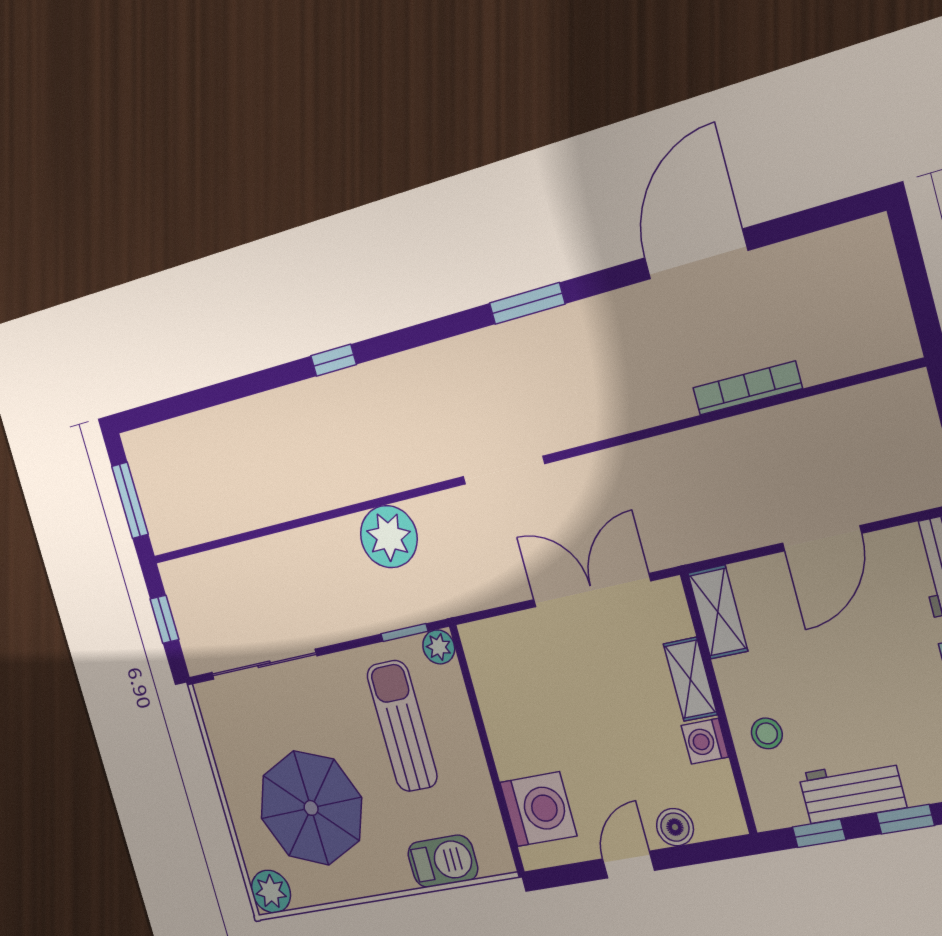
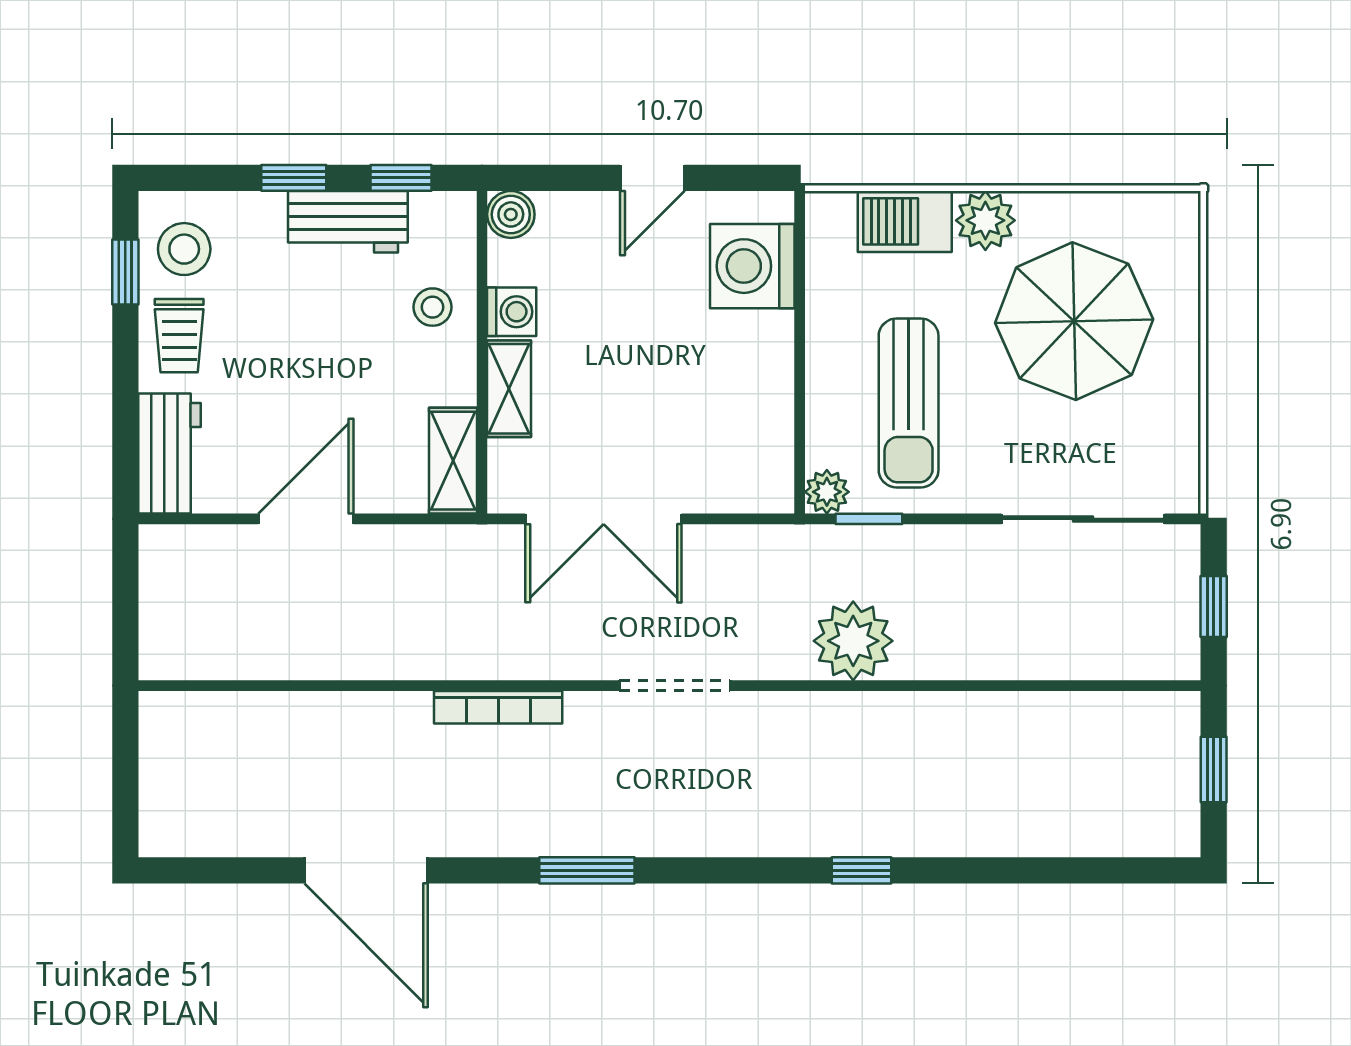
door: (696, 254) -> (366, 870), hinge flipped
bookcase: (747, 388) -> (498, 707), moved
window: (130, 500) -> (1214, 769), width x0.67
boiler: (675, 827) -> (511, 214), moved
plant: (271, 892) -> (985, 220), moved

